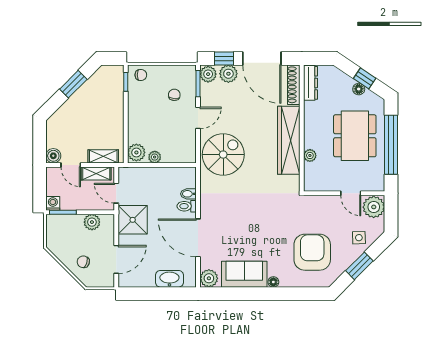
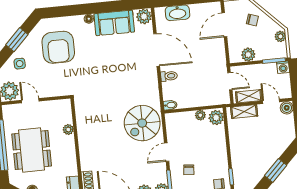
wardrobe: (289, 140) -> (87, 141), removed
bidet: (188, 194) -> (170, 105), moved
shower: (133, 220) -> (214, 60), removed
plant: (52, 239) -> (280, 36), added

